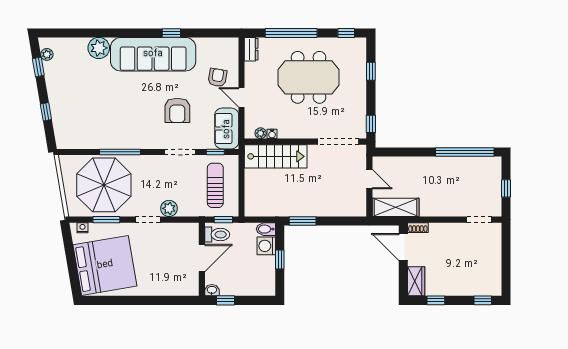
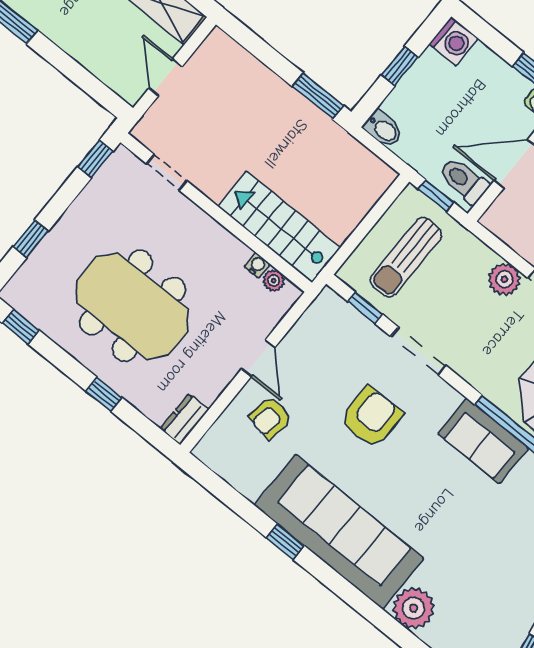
window: (291, 33) -> (104, 394), width x0.32
sofa: (227, 129) -> (483, 441), moved, turned 90
doorway: (338, 142) -> (167, 173), width x0.53
washing machine: (266, 246) -> (454, 41), moved

